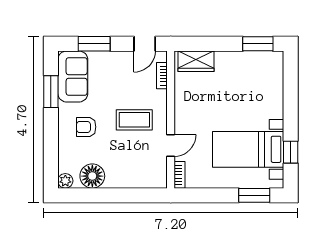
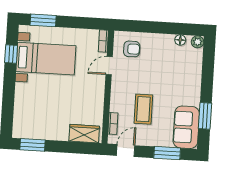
coffee table: (134, 120) -> (143, 109), moved, turned 90
armchair: (86, 127) -> (132, 49), moved
floor lamp: (92, 176) -> (180, 40), width x0.53, depth x0.53

